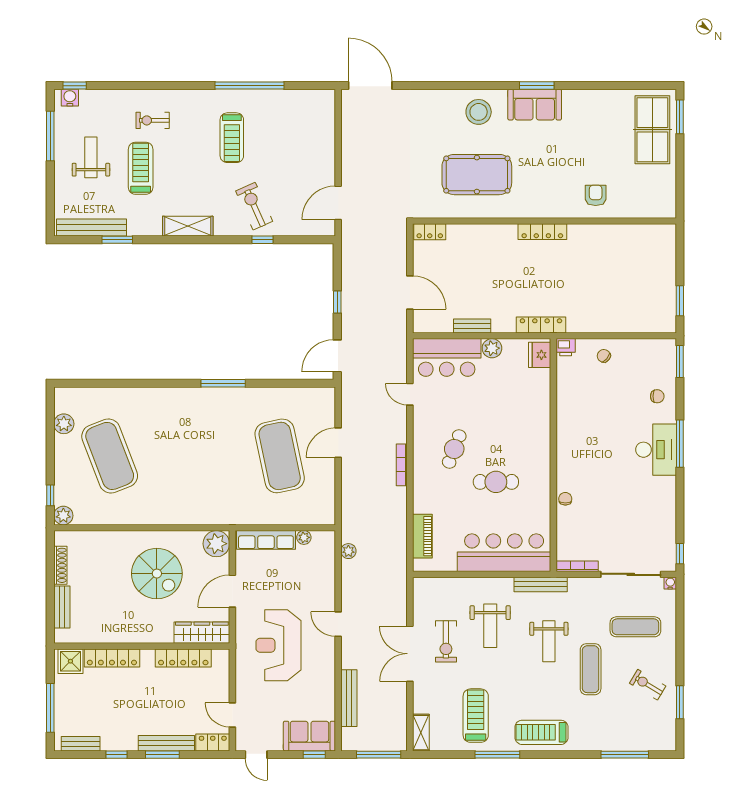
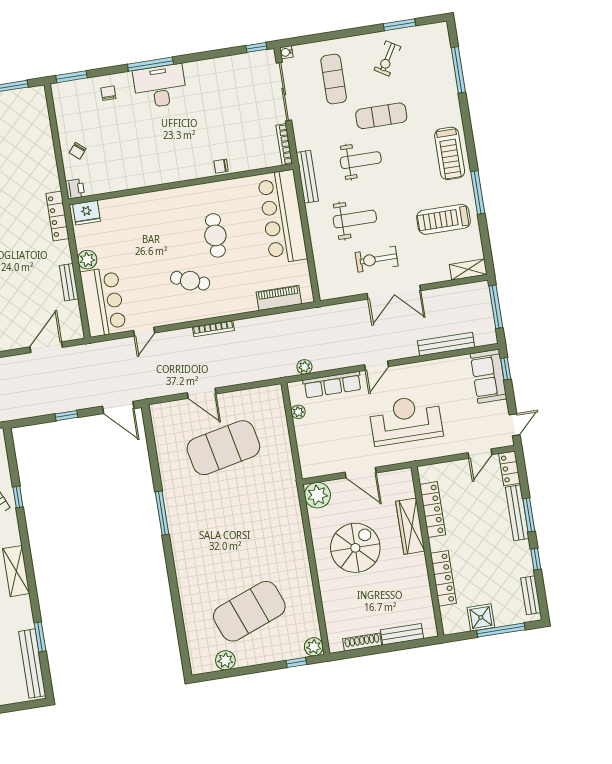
row of seats: (266, 540) -> (332, 385), moved, turned 90
wardrobe: (202, 633) -> (410, 526), moved
exercise bike: (446, 641) -> (377, 259), turned 180
reception desk: (278, 645) -> (406, 420), turned 180
shower: (70, 661) -> (481, 617), moved

